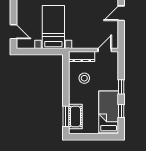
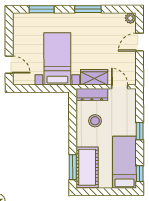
wardrobe: (84, 42) -> (94, 77), added
door: (105, 50) -> (120, 87), hinge flipped
window: (121, 111) -> (140, 174), moved
cot: (75, 117) -> (87, 167), width x1.37, depth x1.34

